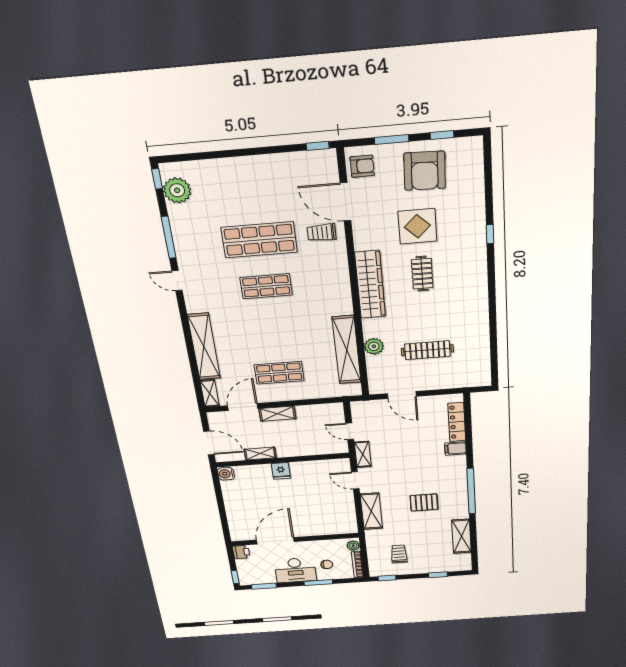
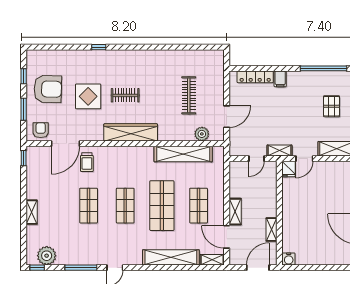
shelving: (238, 164) -> (32, 212), added
shop shelf: (259, 240) -> (89, 206), width x0.70, depth x0.74
shop shelf: (273, 330) -> (162, 206), added
plant: (374, 346) -> (202, 134), moved
fridge: (281, 471) -> (288, 169), moved, turned 90

